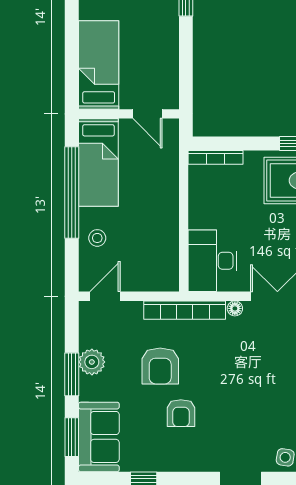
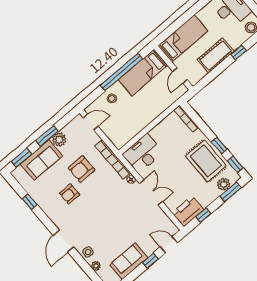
cot: (162, 39) -> (216, 55), added
sofa: (99, 437) -> (41, 160), moved

